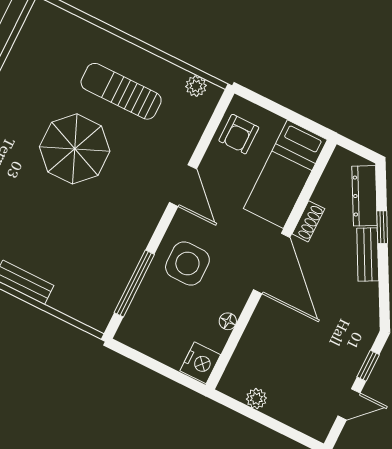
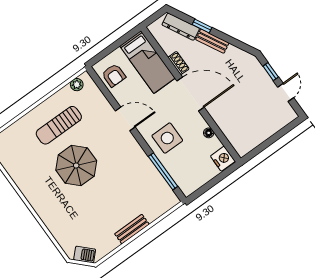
plant: (256, 399) -> (257, 139), removed

